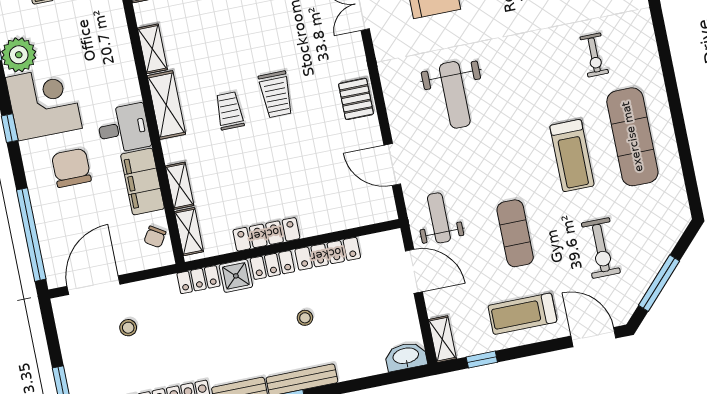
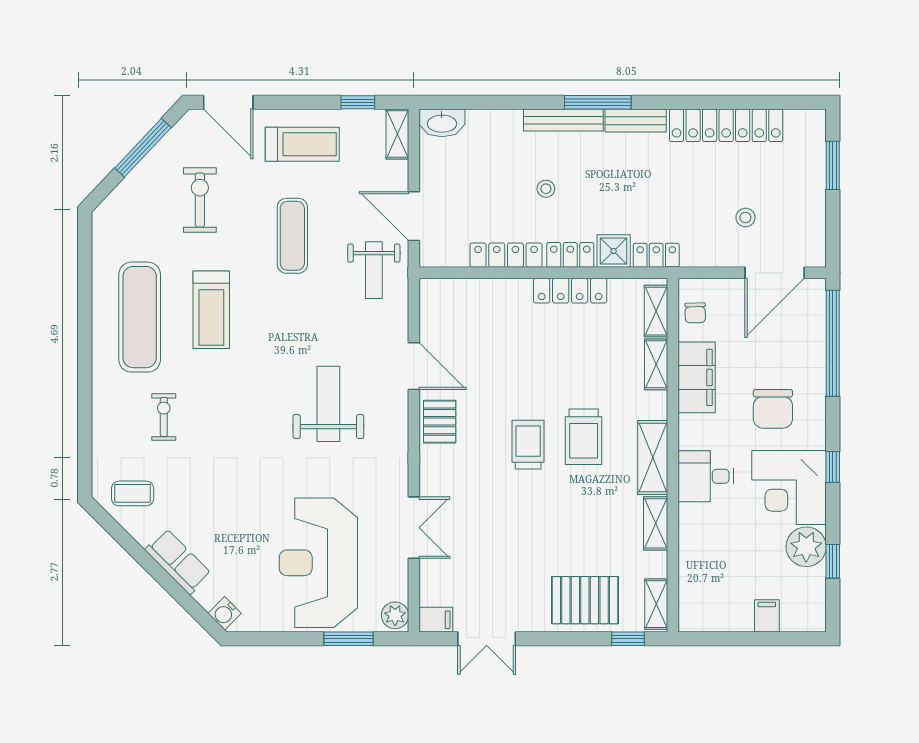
trolley: (230, 111) -> (584, 437), width x1.36, depth x1.39
desk: (124, 129) -> (706, 476), moved
treadmill: (572, 156) -> (211, 310), turned 180
door: (392, 165) -> (414, 366), moved
chair: (155, 237) -> (695, 313), turned 147

